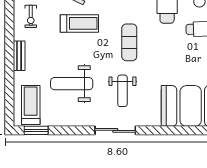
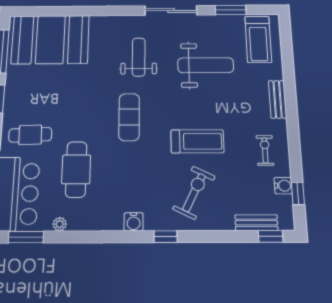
treadmill: (79, 23) -> (197, 141), turned 180
window: (36, 130) -> (231, 10), moved
sliding door: (115, 130) -> (171, 10), moved

